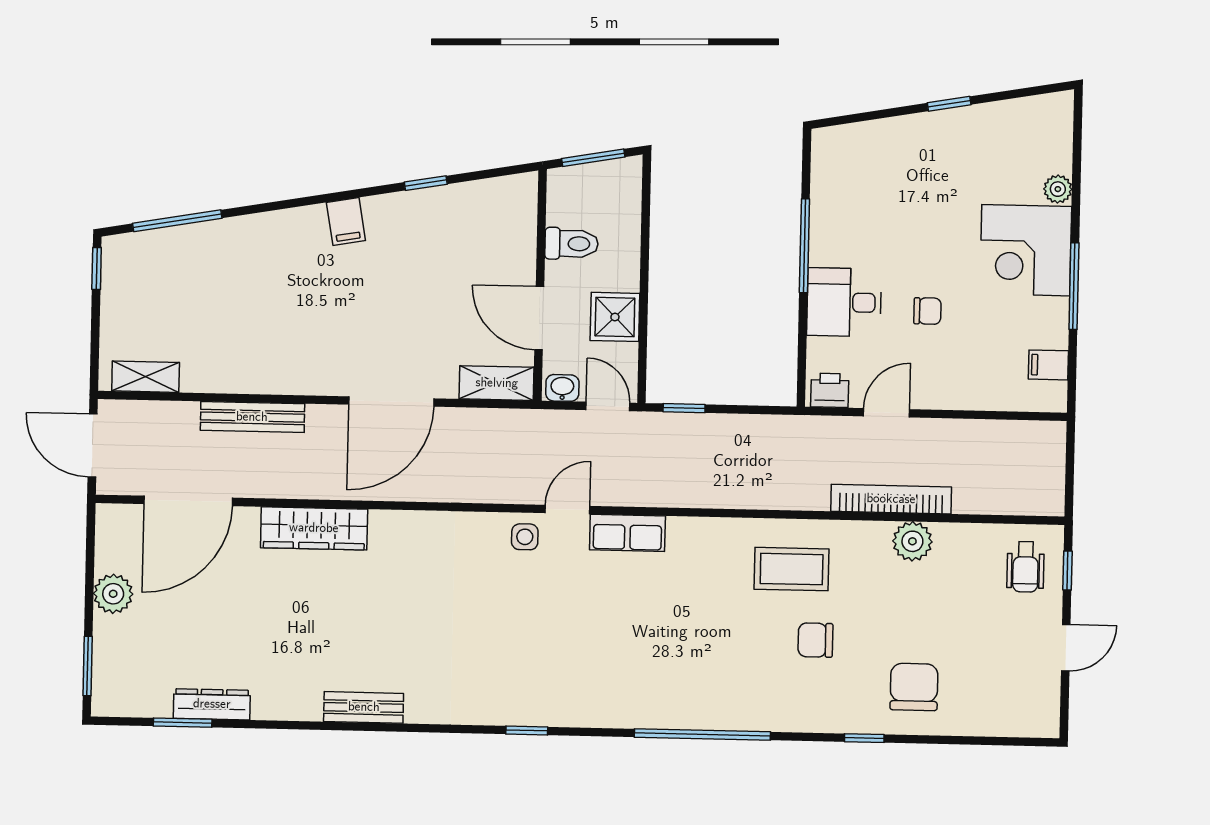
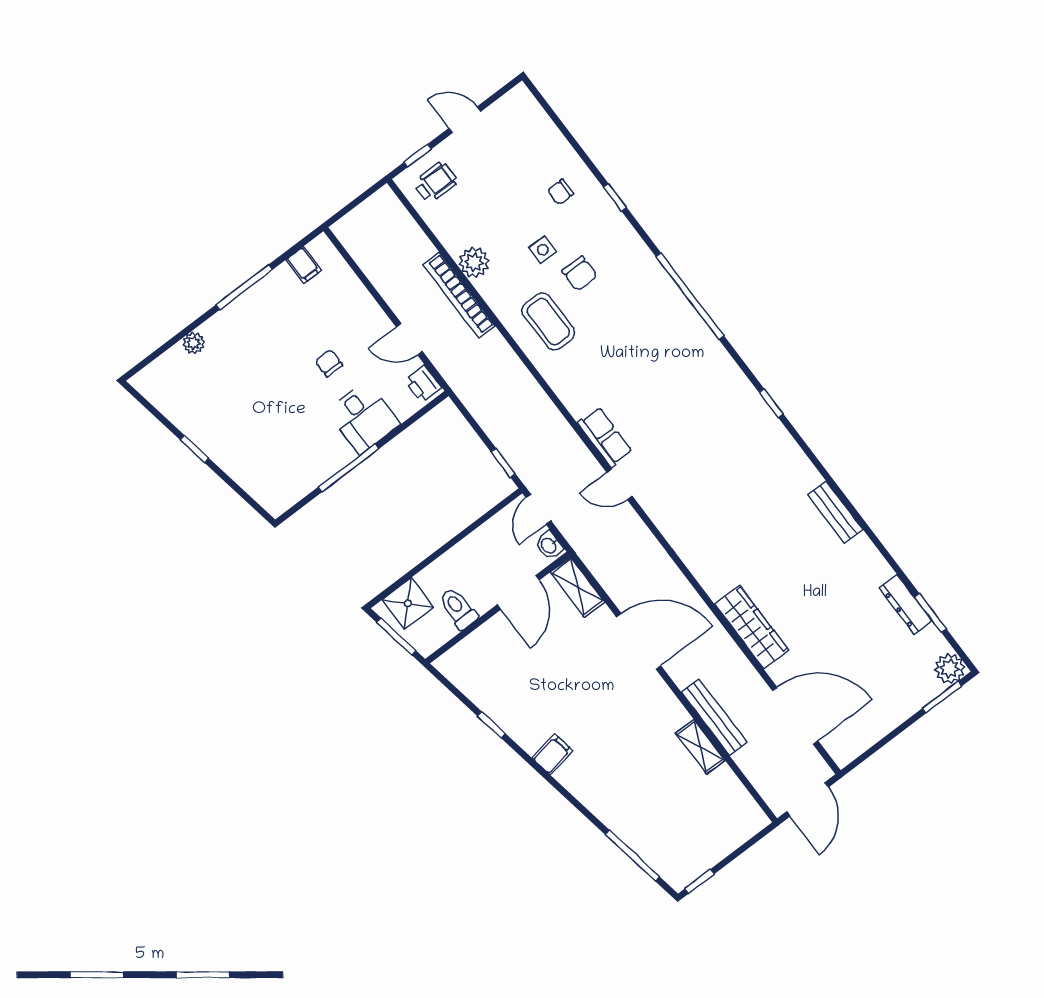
corner desk: (1026, 250) -> (246, 333), removed
shower: (615, 317) -> (408, 603), moved
shelving: (146, 377) -> (700, 747), moved
side table: (525, 537) -> (543, 250), moved
plant: (113, 594) -> (950, 668), moved
chair: (914, 687) -> (561, 192), width x0.54, depth x0.54

